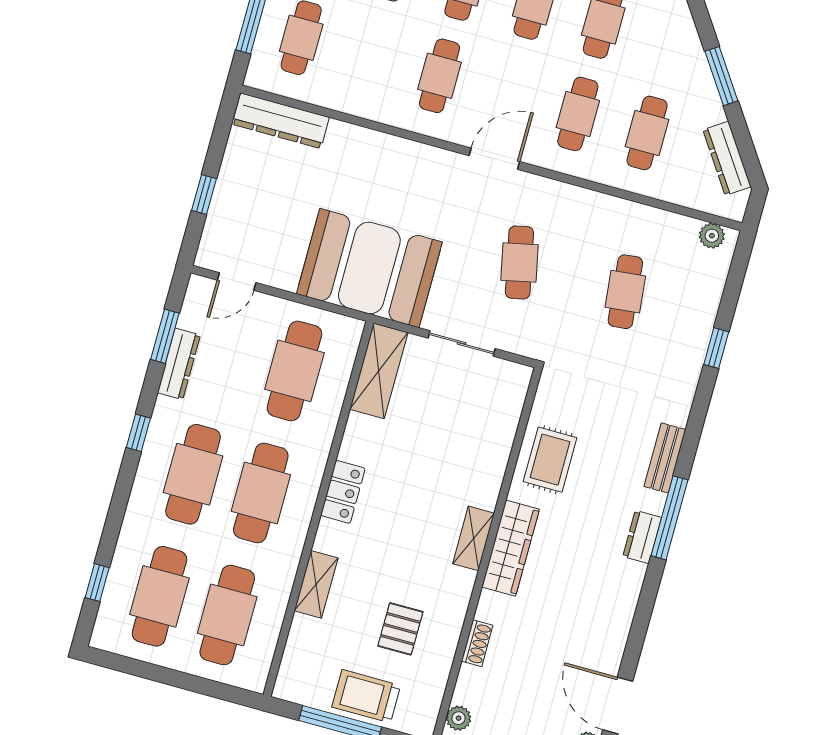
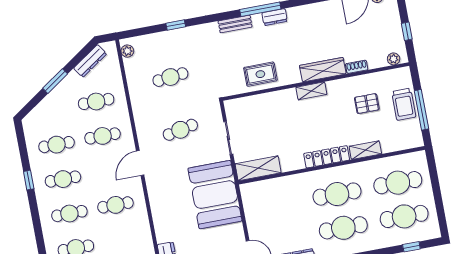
door: (494, 159) -> (140, 163), hinge flipped
cafe table: (294, 371) -> (276, 205), removed
locker: (343, 492) -> (327, 157), width x1.53
wardrobe: (511, 548) -> (323, 70), moved

